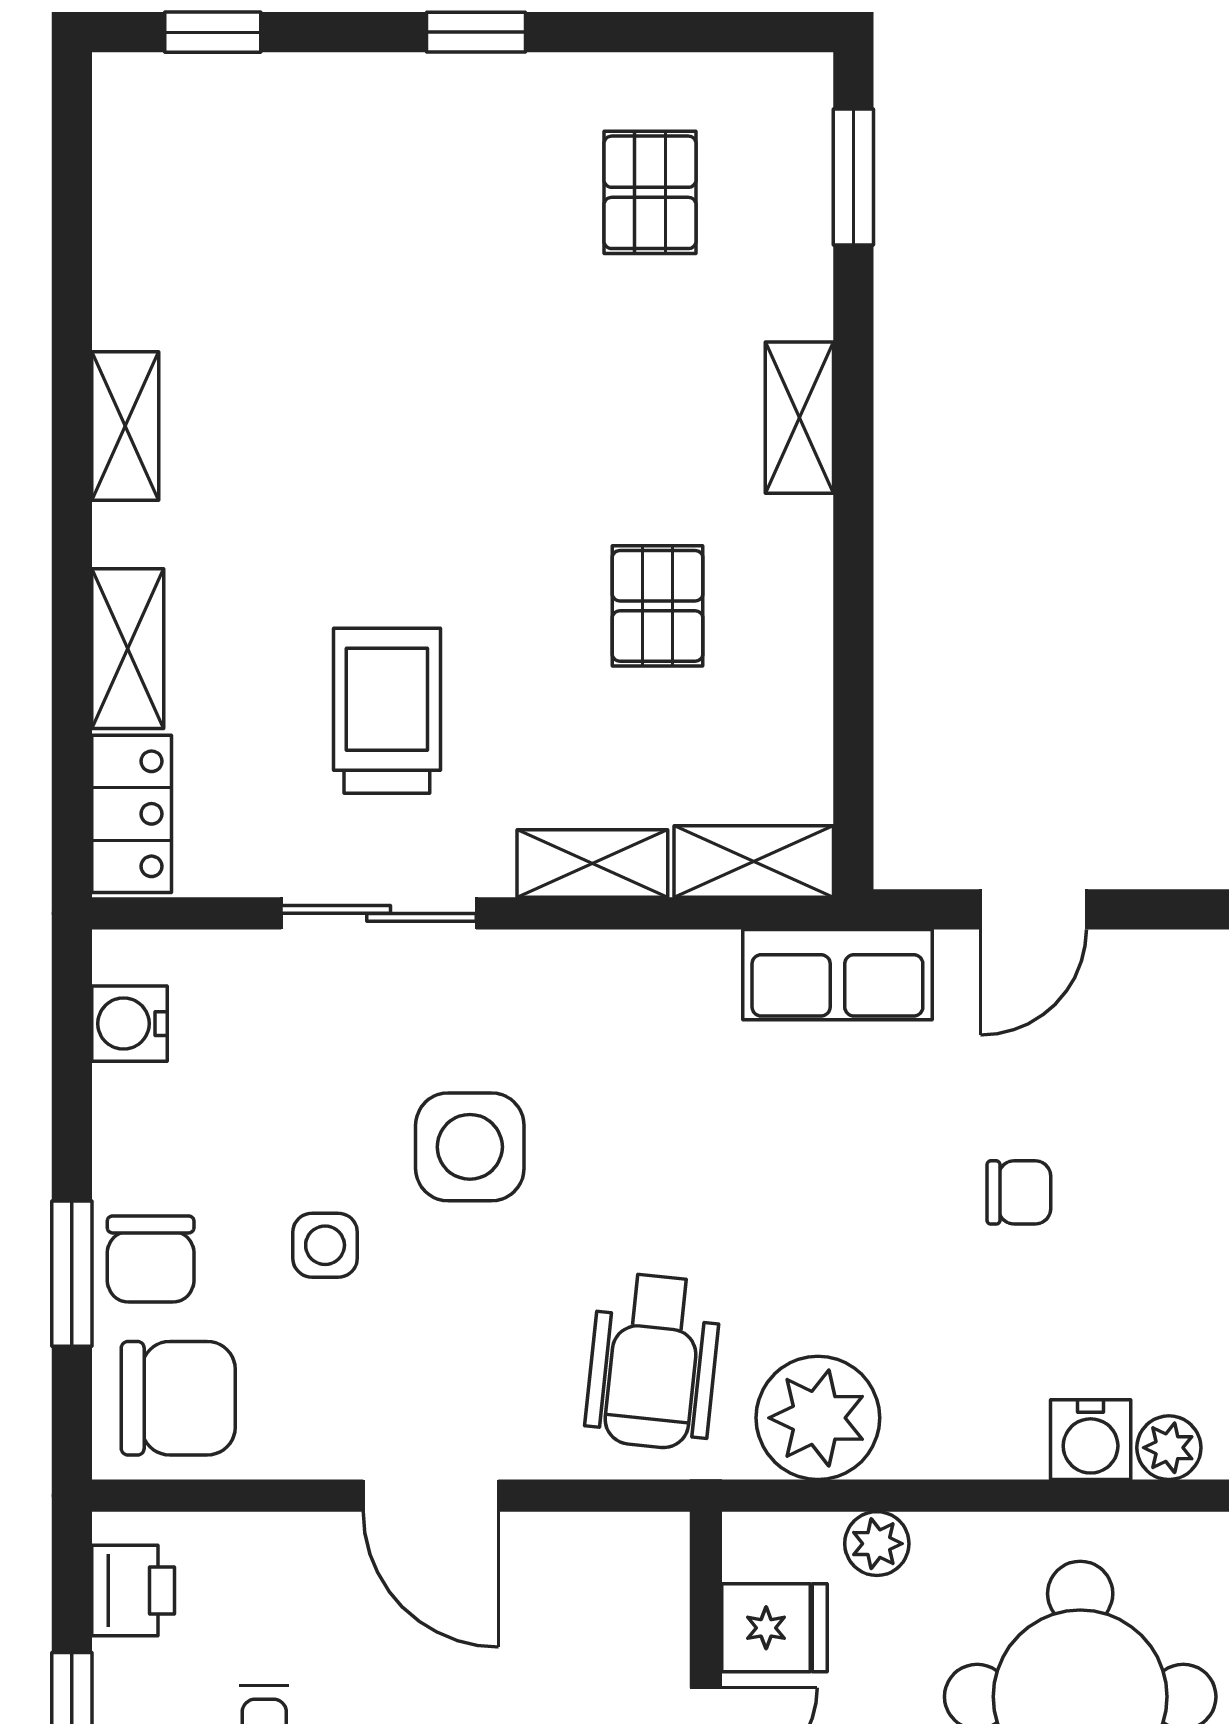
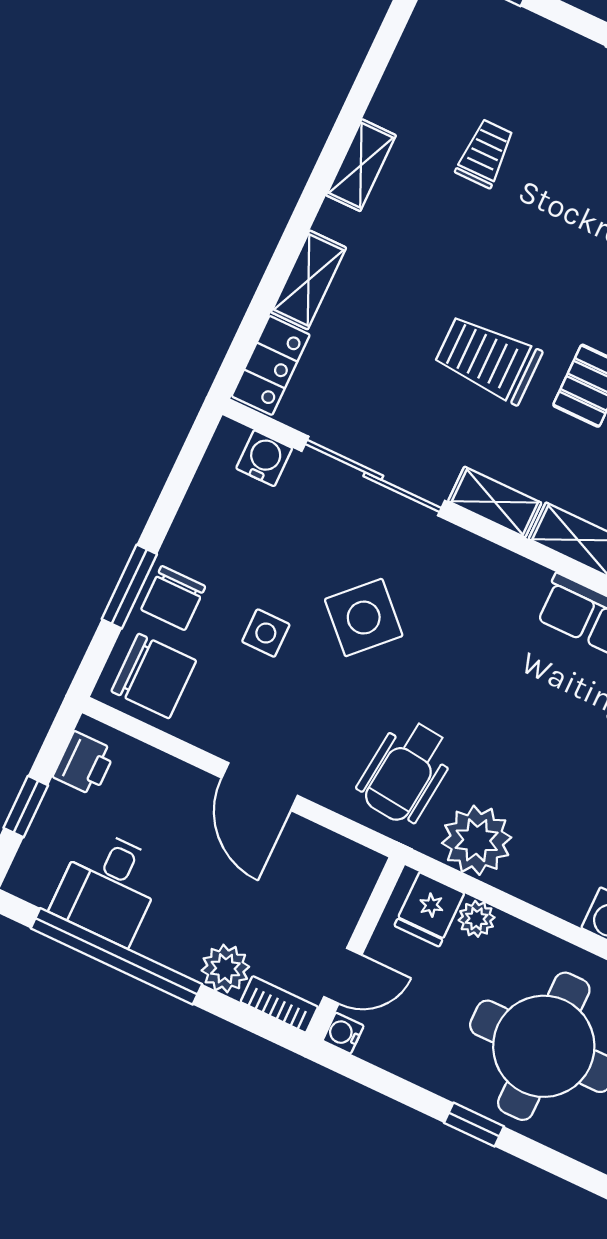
trolley: (315, 314) -> (485, 153), added
trolley: (387, 711) -> (488, 359), moved, turned -90
sliding door: (379, 913) -> (373, 476), width x1.37
water cooler: (129, 1024) -> (264, 458), moved, turned 90
side table: (470, 1147) -> (364, 618), turned 45
fridge: (774, 1628) -> (429, 909), moved, turned 90

